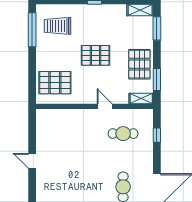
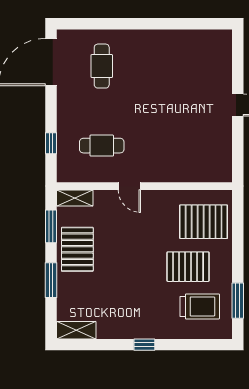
window: (157, 28) -> (51, 280), moved
window: (32, 30) -> (238, 301), width x0.69
pallet: (95, 55) -> (188, 267), moved

